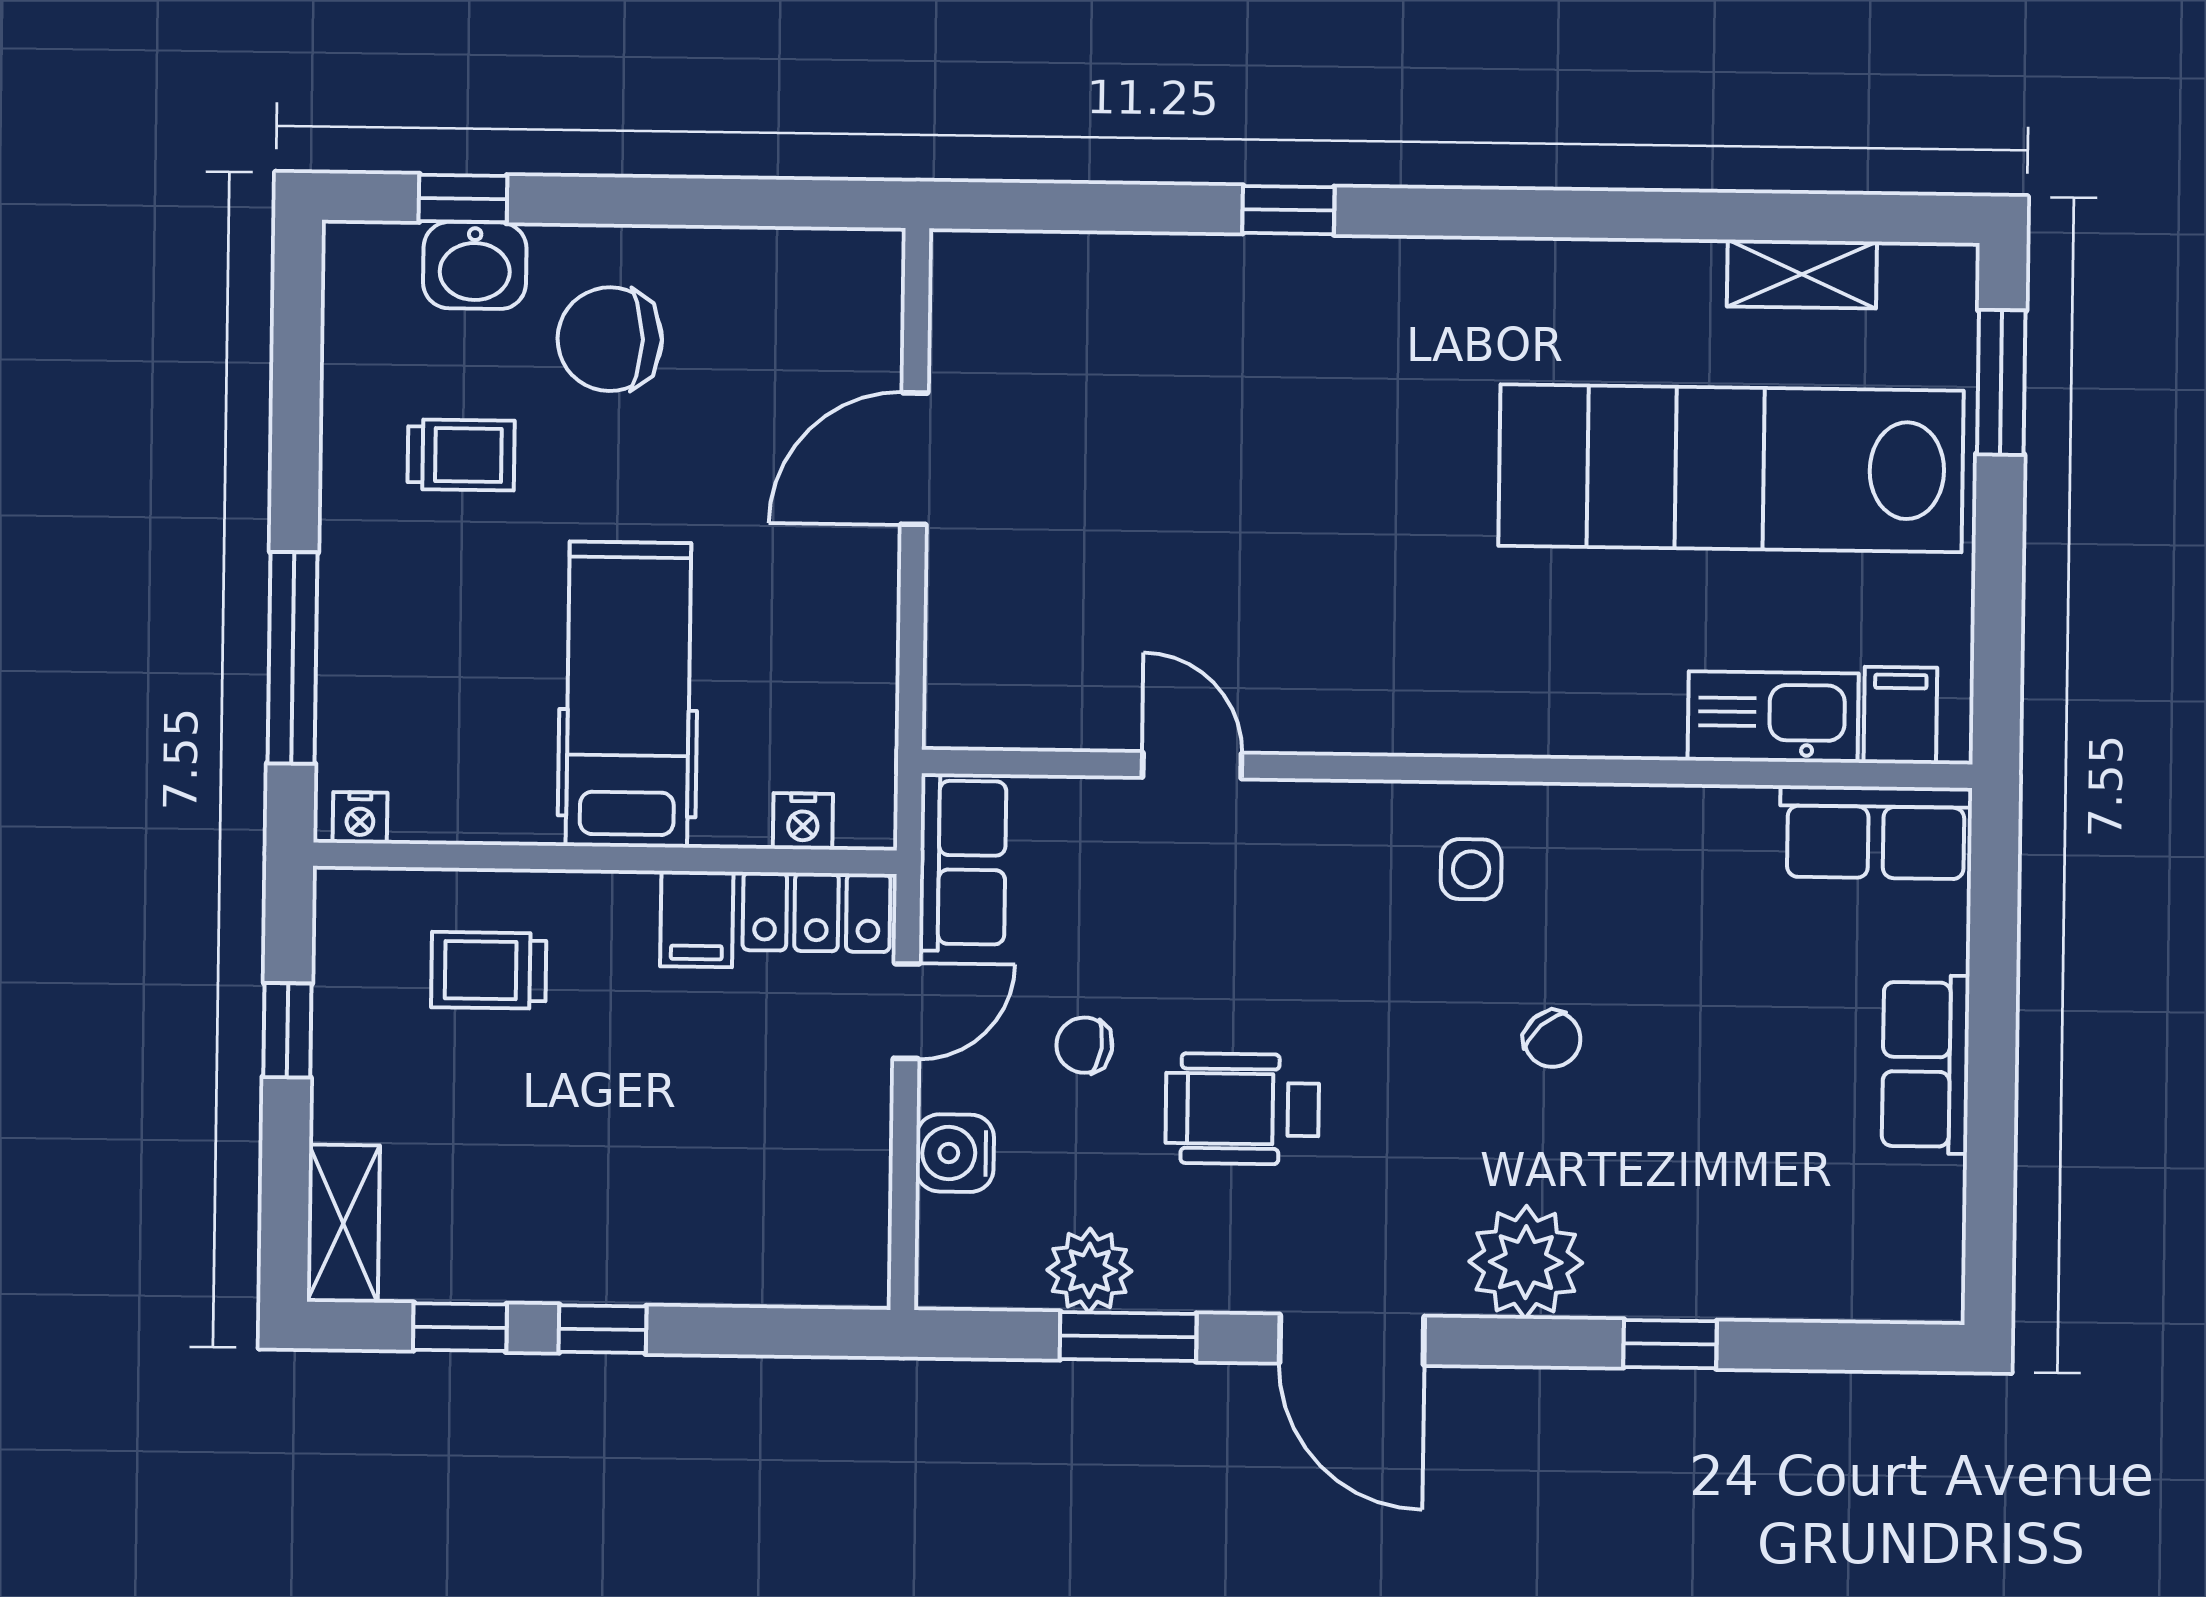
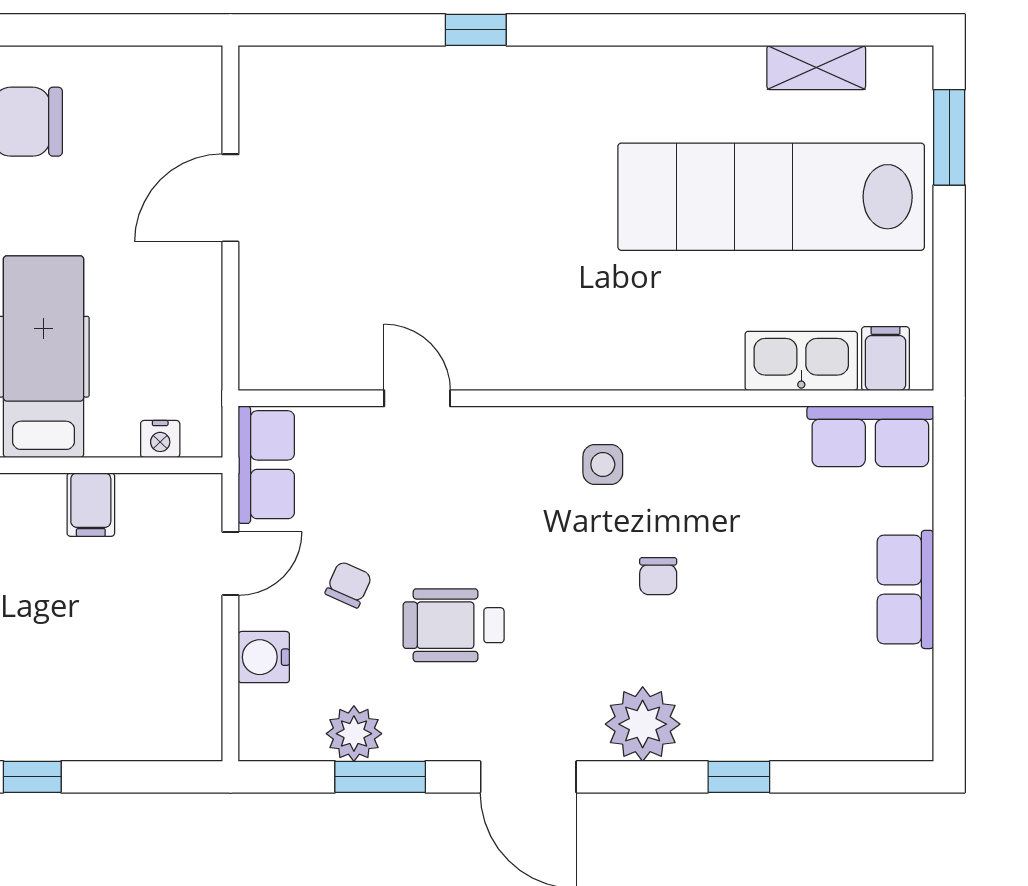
locker: (816, 912) -> (170, 499), removed
chair: (1552, 1039) -> (658, 576), turned 42
chair: (1084, 1045) -> (349, 585), turned 106

